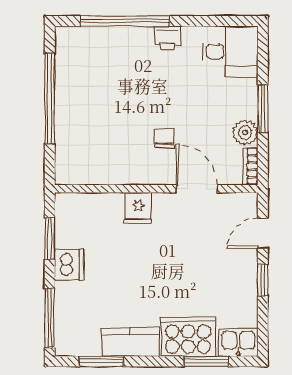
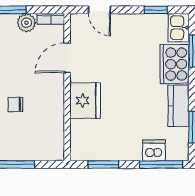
chair: (164, 138) -> (15, 104), moved
fridge: (138, 208) -> (85, 101), width x1.88, depth x1.34
dishwasher: (69, 265) -> (154, 150), moved
window: (263, 280) -> (156, 10), moved

